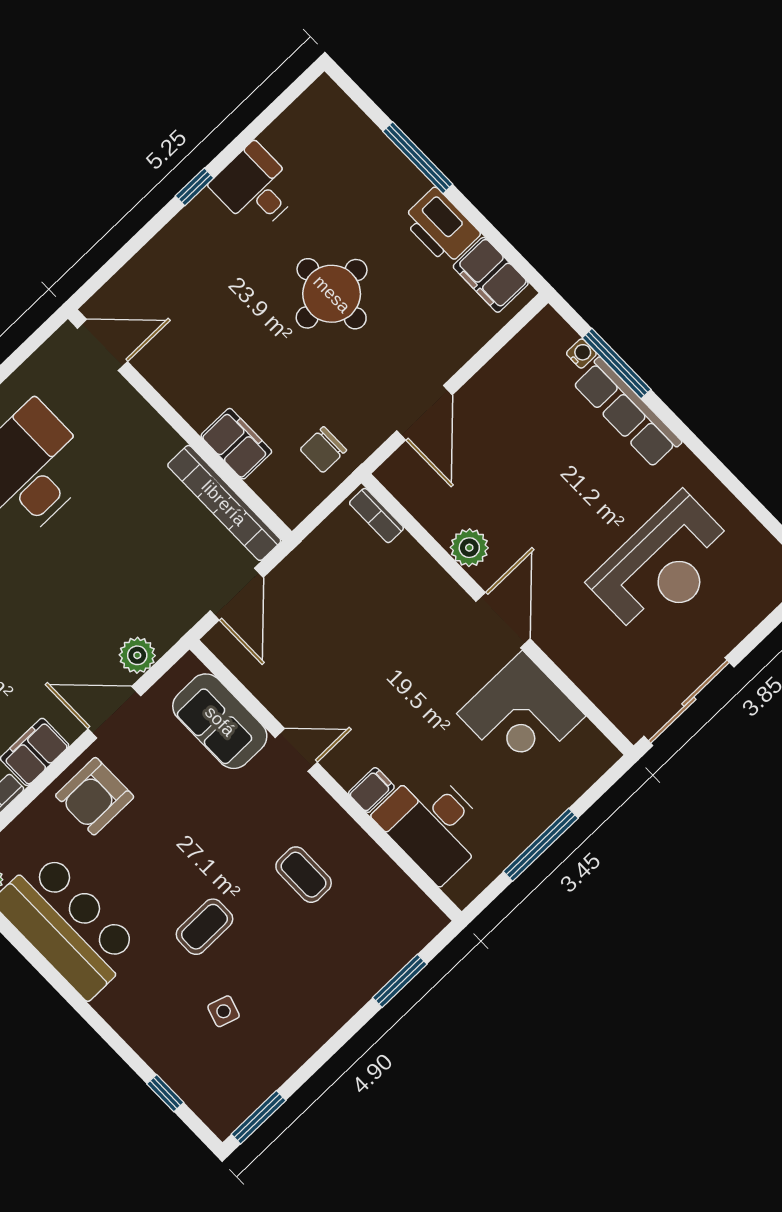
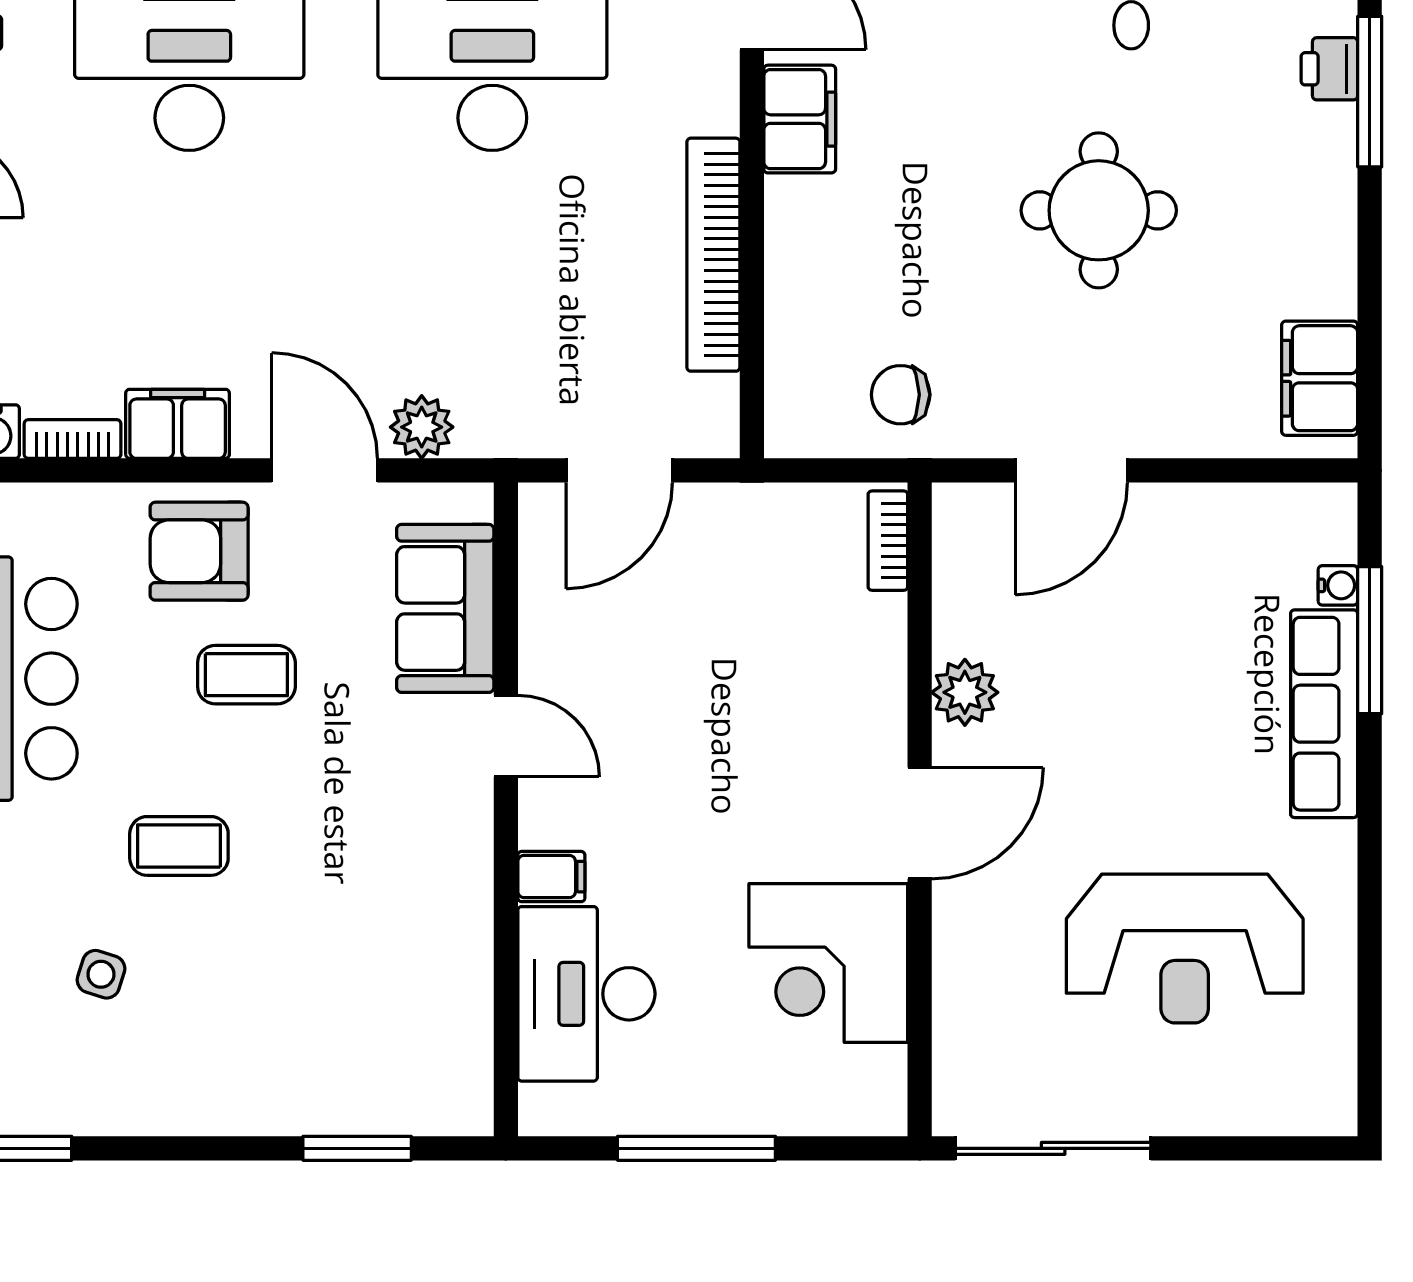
window: (418, 158) -> (1370, 92), moved
printer: (441, 226) -> (1329, 69), moved, width x0.53, depth x0.68
filing cabinet: (236, 444) -> (800, 119), moved
bookcase: (224, 503) -> (713, 255), moved
coffee table: (304, 875) -> (246, 675), moved, turned 90

